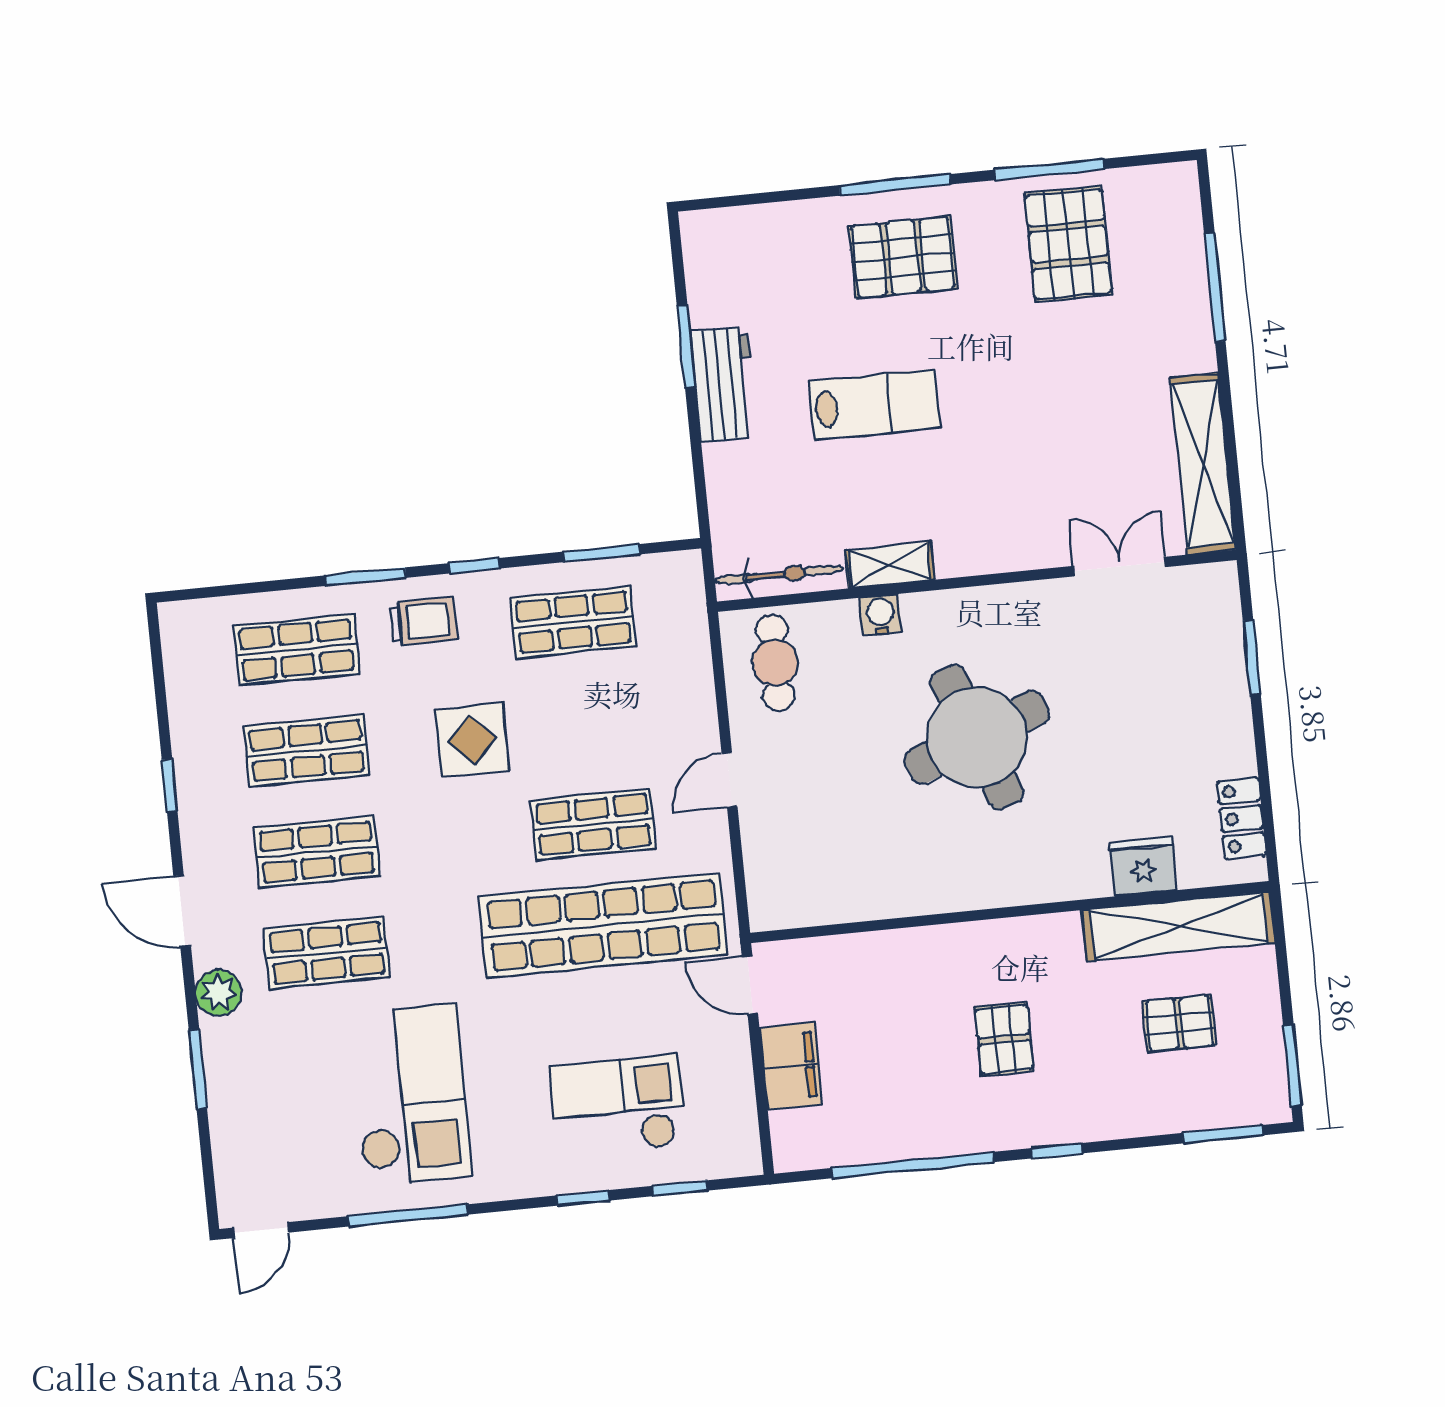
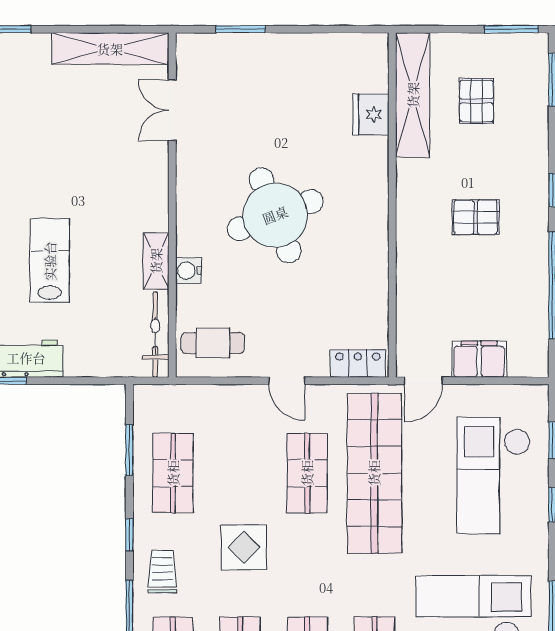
locker: (1241, 818) -> (358, 363), moved, turned 180
checkout: (618, 1105) -> (494, 476), width x1.36, depth x1.21

